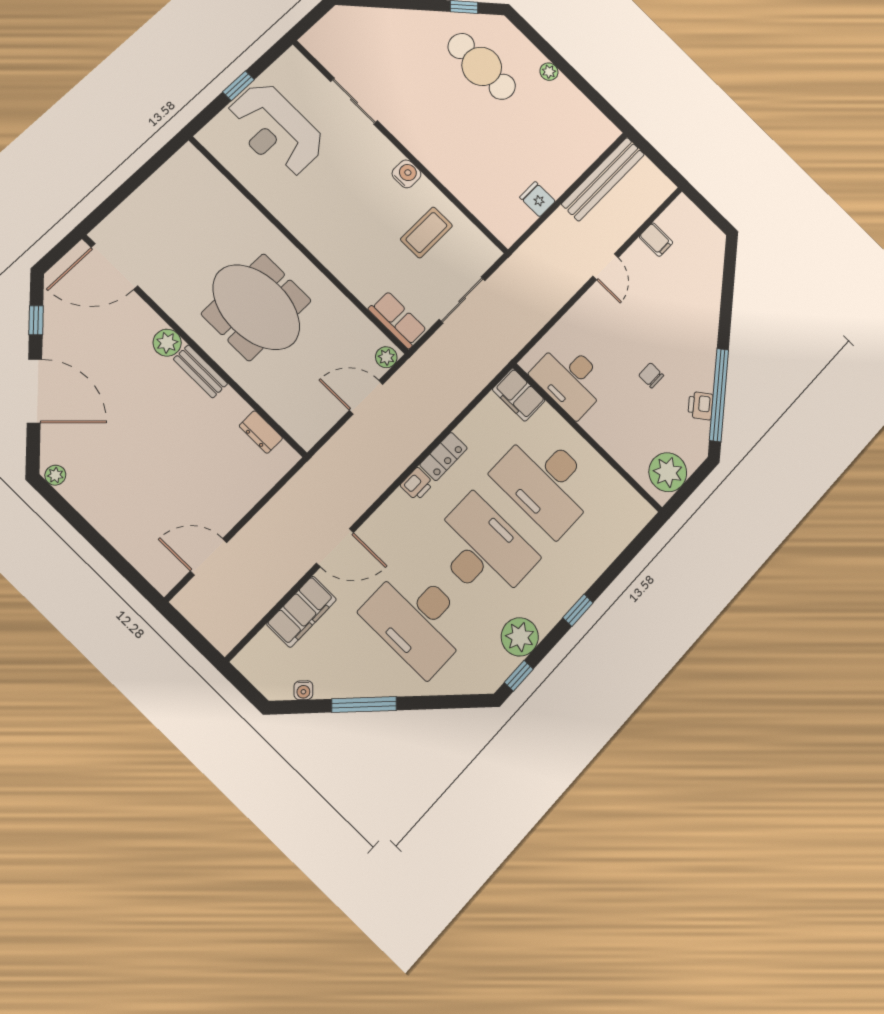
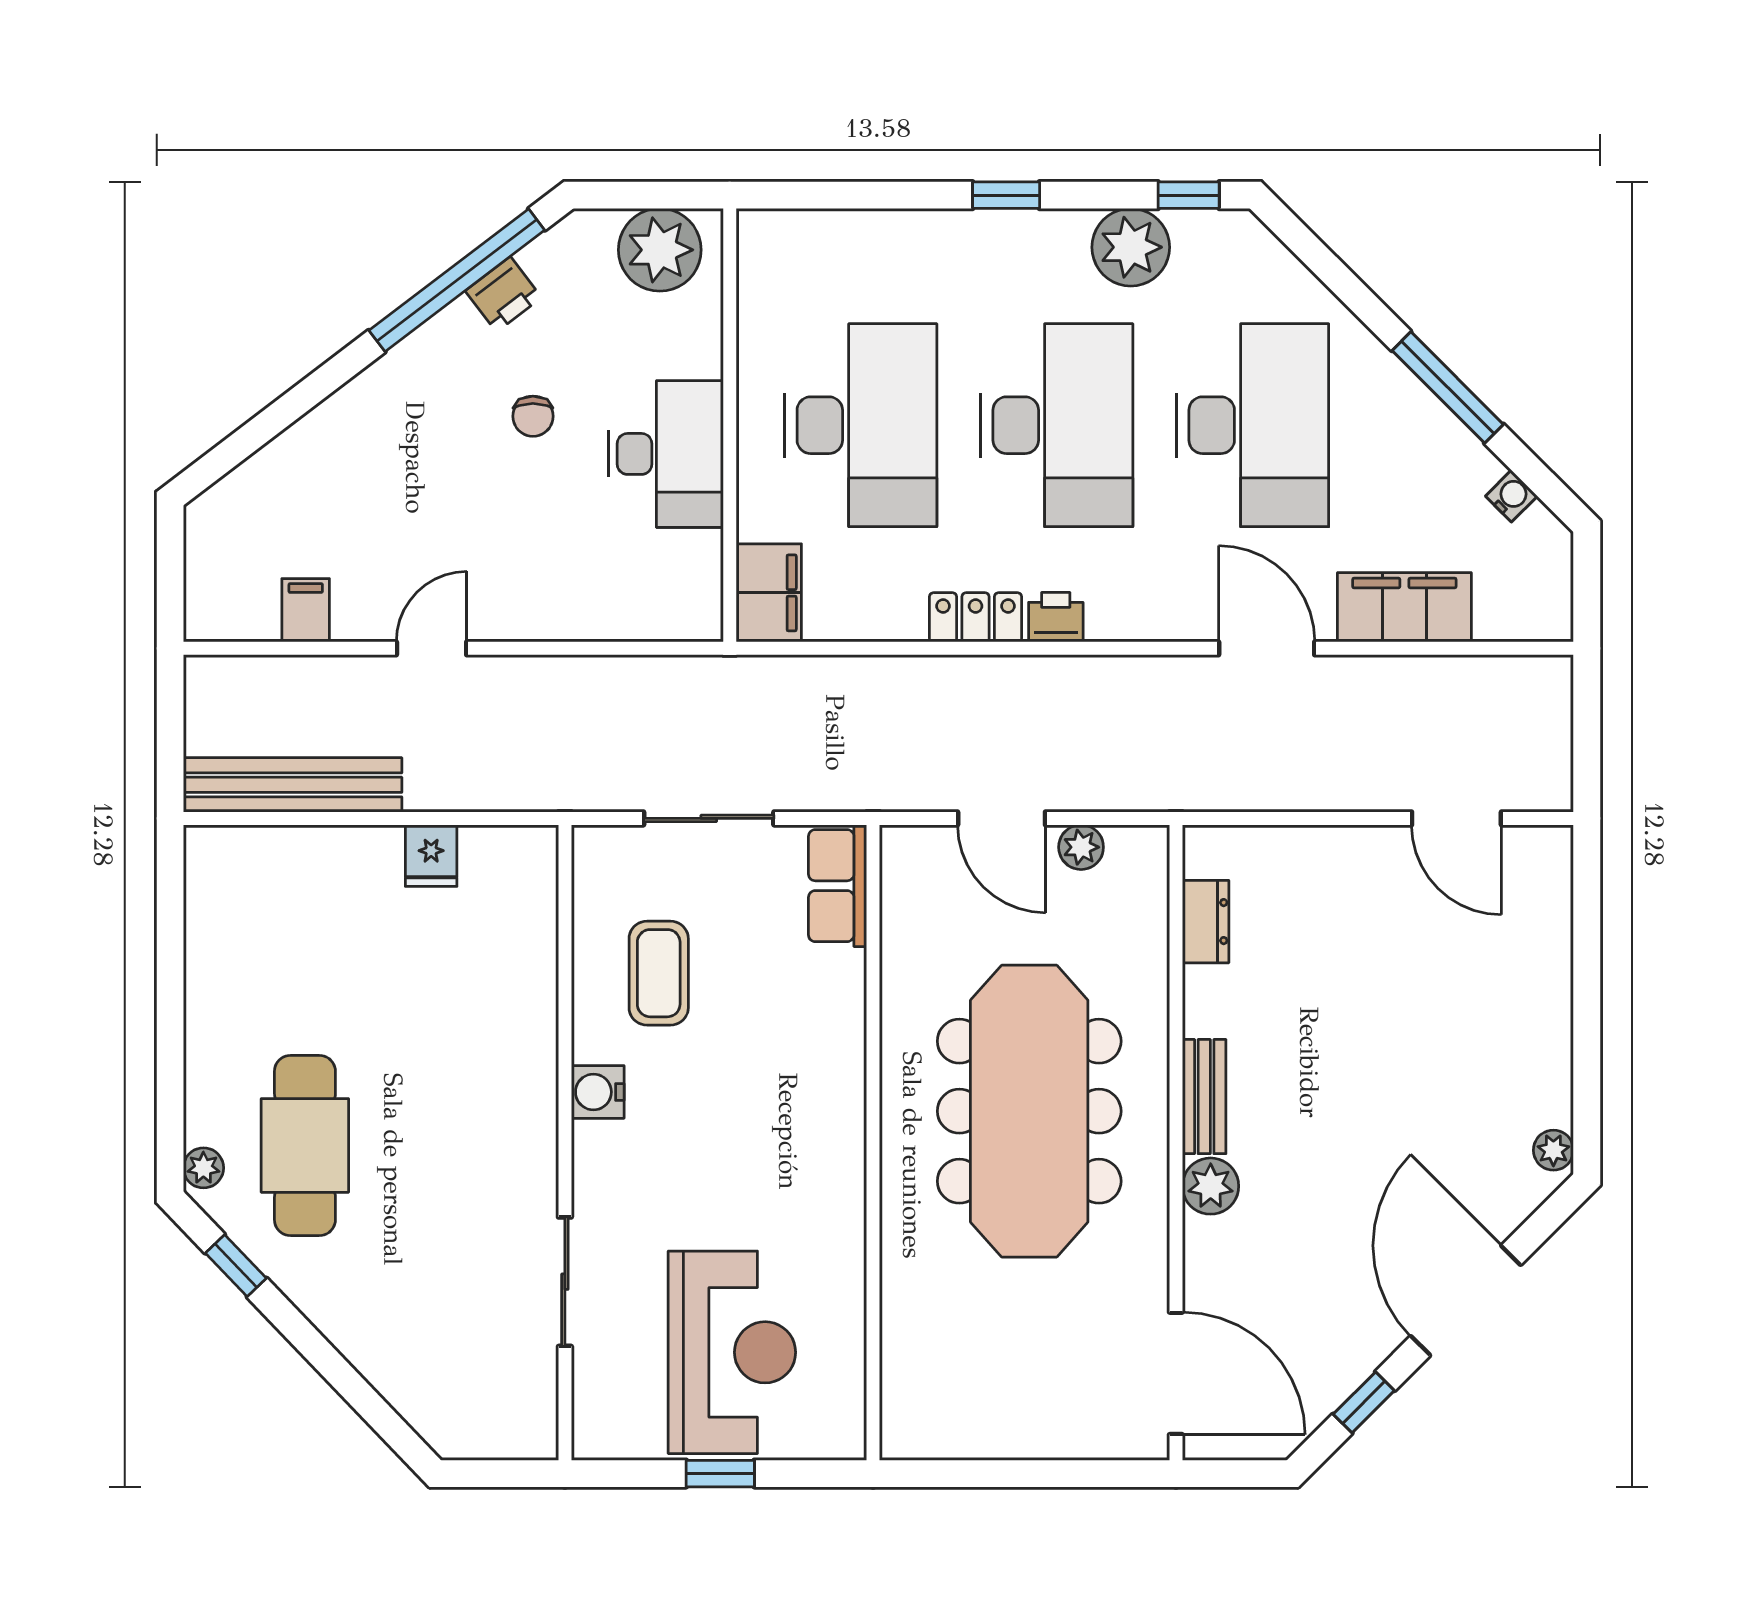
plant: (549, 72) -> (203, 1168), moved
coffee table: (426, 232) -> (659, 973), turned 90
meeting table: (256, 307) -> (1029, 1111), width x1.36
plant: (386, 357) -> (1081, 847), moved
desk: (570, 379) -> (666, 454), moved
desk: (483, 550) -> (1057, 425), turned 180

